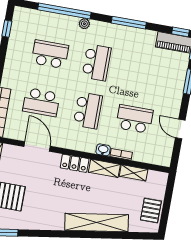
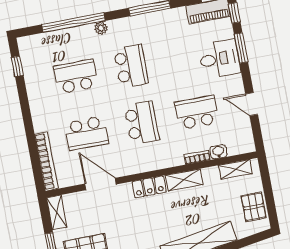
desk: (169, 83) -> (220, 59), added
washbasin: (103, 150) -> (218, 152), moved
shelving: (134, 173) -> (235, 169), moved

